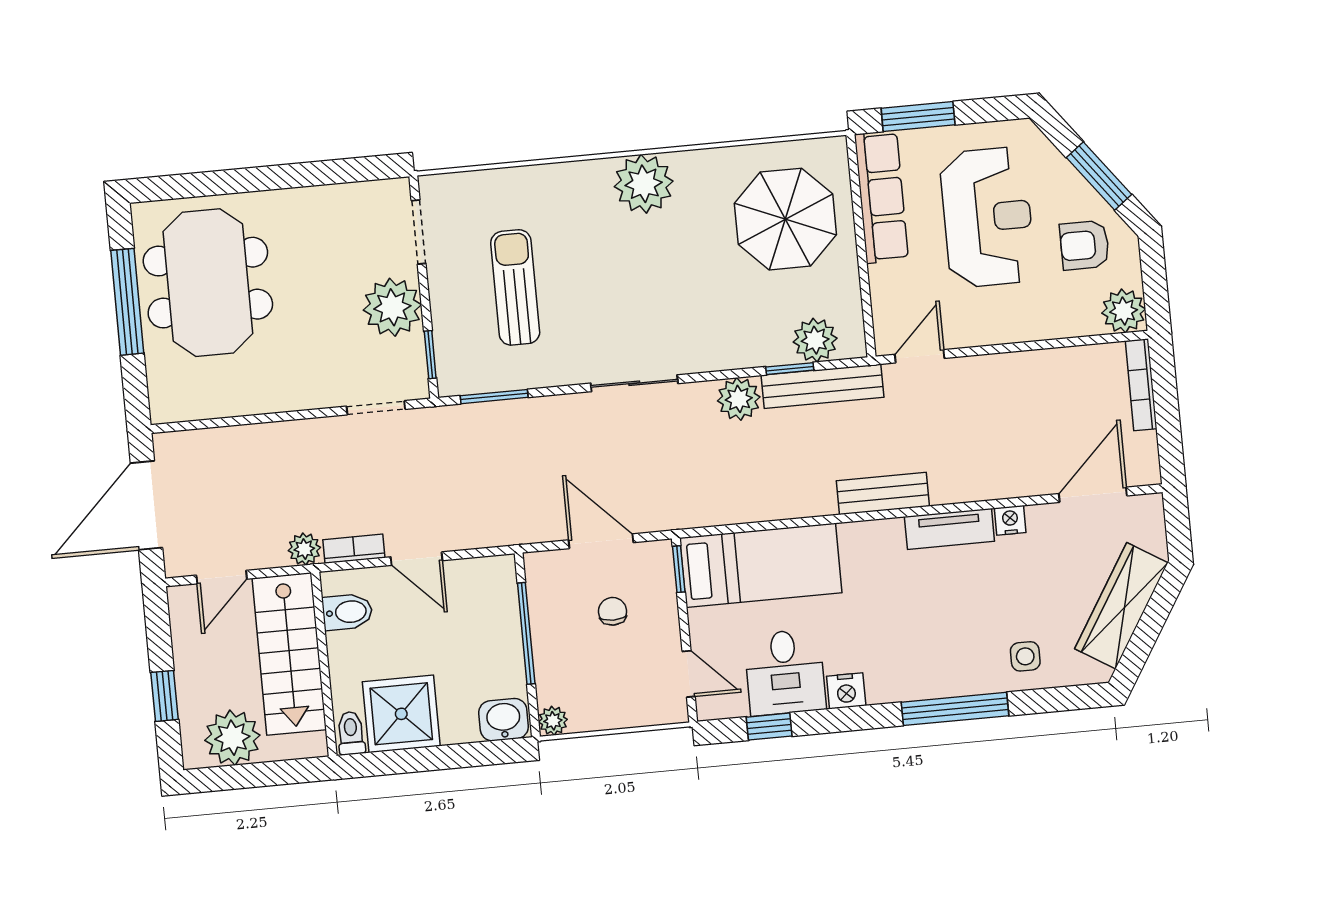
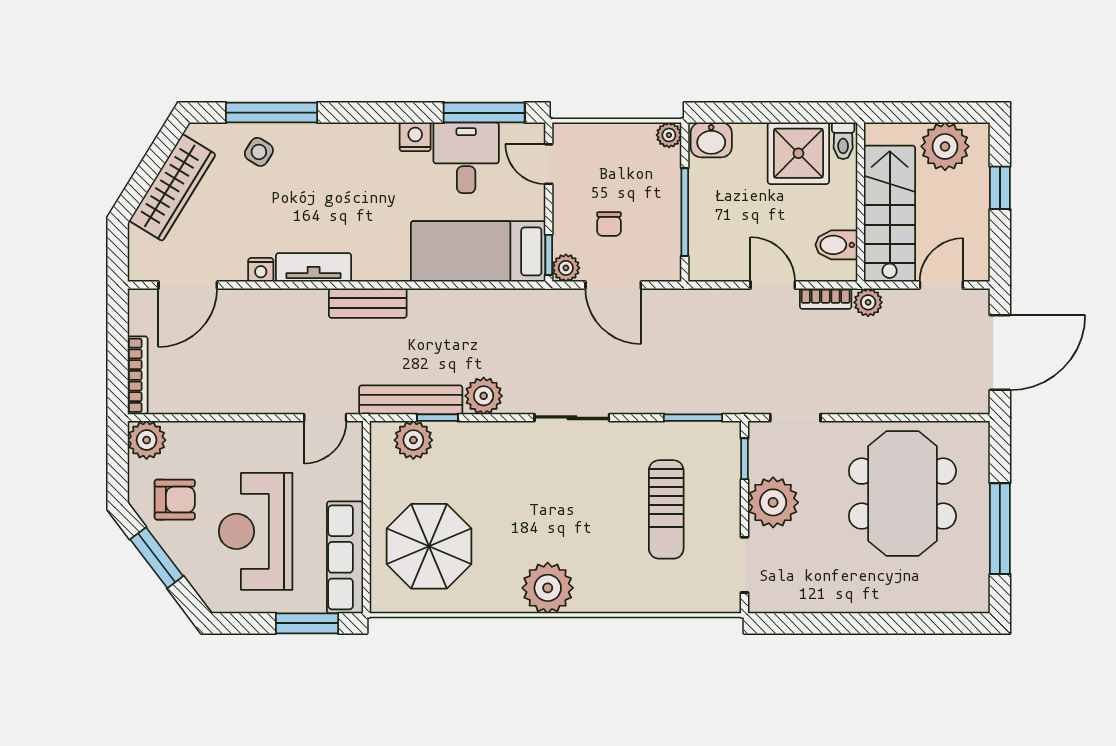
meeting table: (208, 283) -> (902, 494), moved
plant: (658, 556) -> (566, 268), added
side table: (1025, 656) -> (259, 152), turned 32
window: (955, 709) -> (272, 113), moved
window: (769, 727) -> (484, 113), width x2.17

